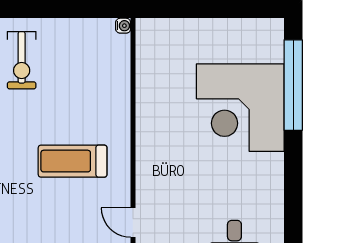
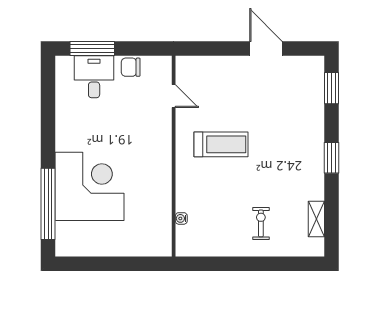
water cooler: (123, 26) -> (181, 218), moved
exercise bike: (22, 60) -> (261, 223), width x0.73, depth x0.72

